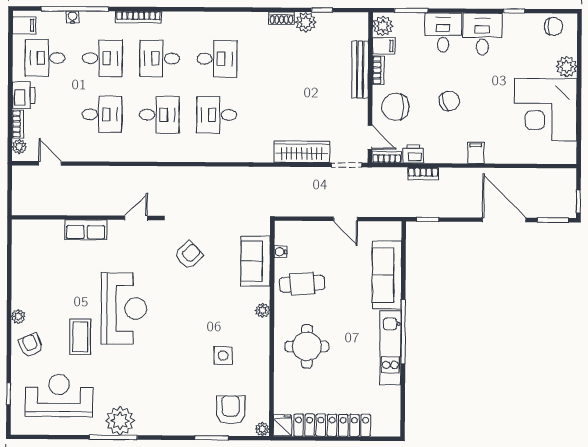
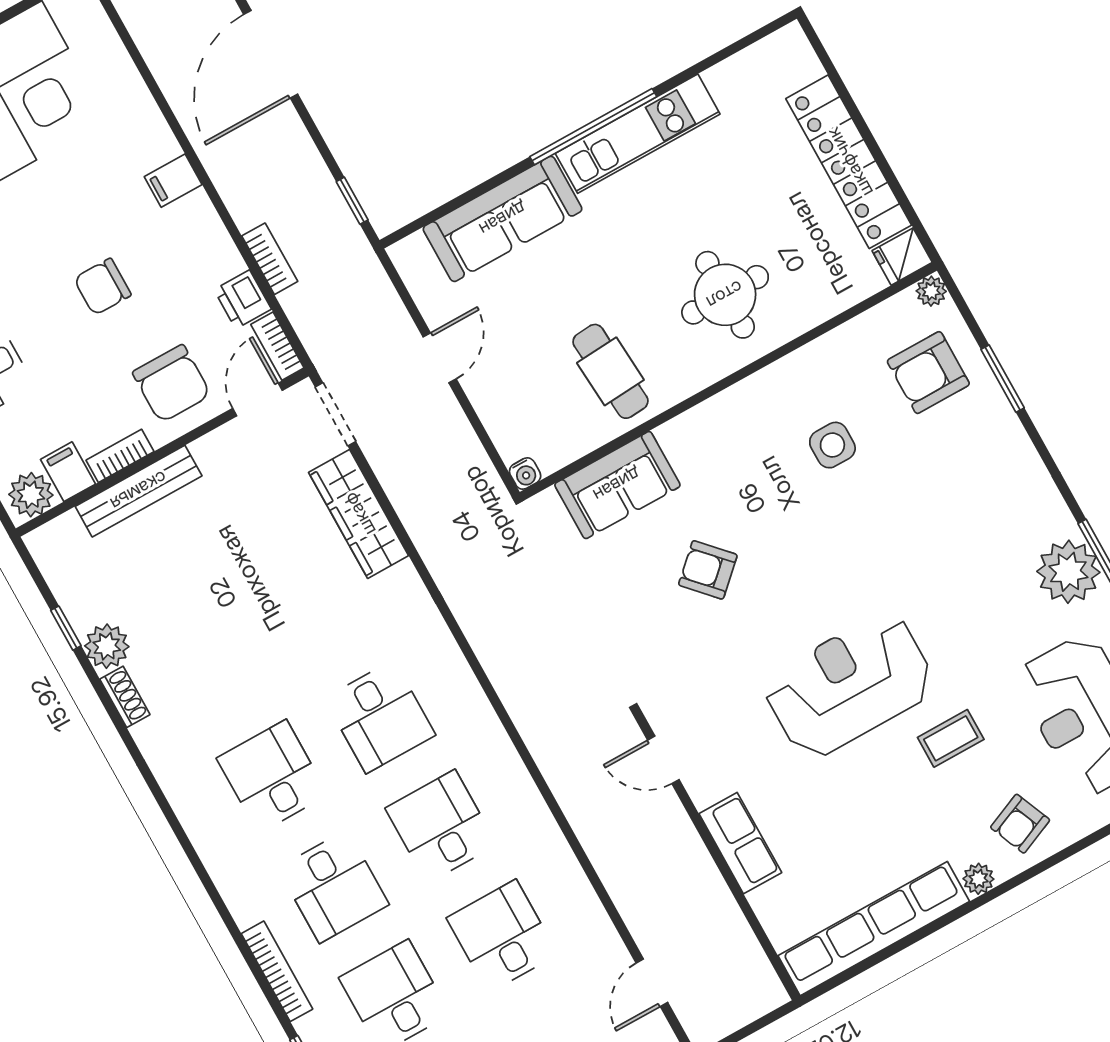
chair: (449, 101) -> (103, 287), turned -71
water cooler: (281, 252) -> (525, 474), moved
armchair: (189, 255) -> (708, 570), moved
row of seats: (22, 264) -> (874, 929), added
plant: (263, 310) -> (704, 418), removed
coffee table: (80, 337) -> (951, 738), width x0.73, depth x0.77

